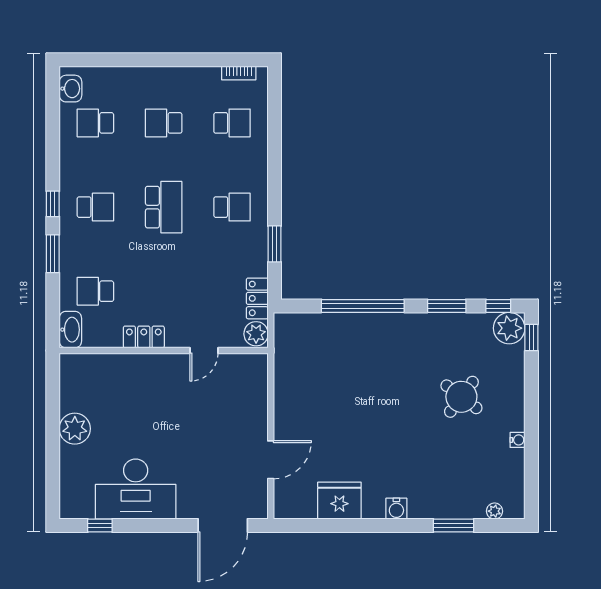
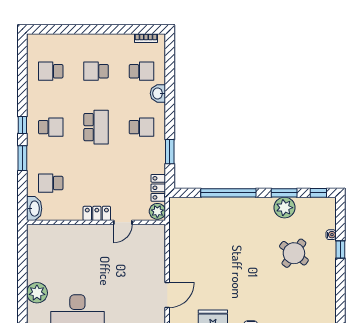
washbasin: (71, 89) -> (158, 93), moved, turned 180
plant: (509, 328) -> (285, 208), moved
locker: (144, 337) -> (97, 213), moved
window: (531, 338) -> (340, 250), moved
plant: (75, 429) -> (37, 293), moved
water cooler: (517, 440) -> (331, 235), moved

